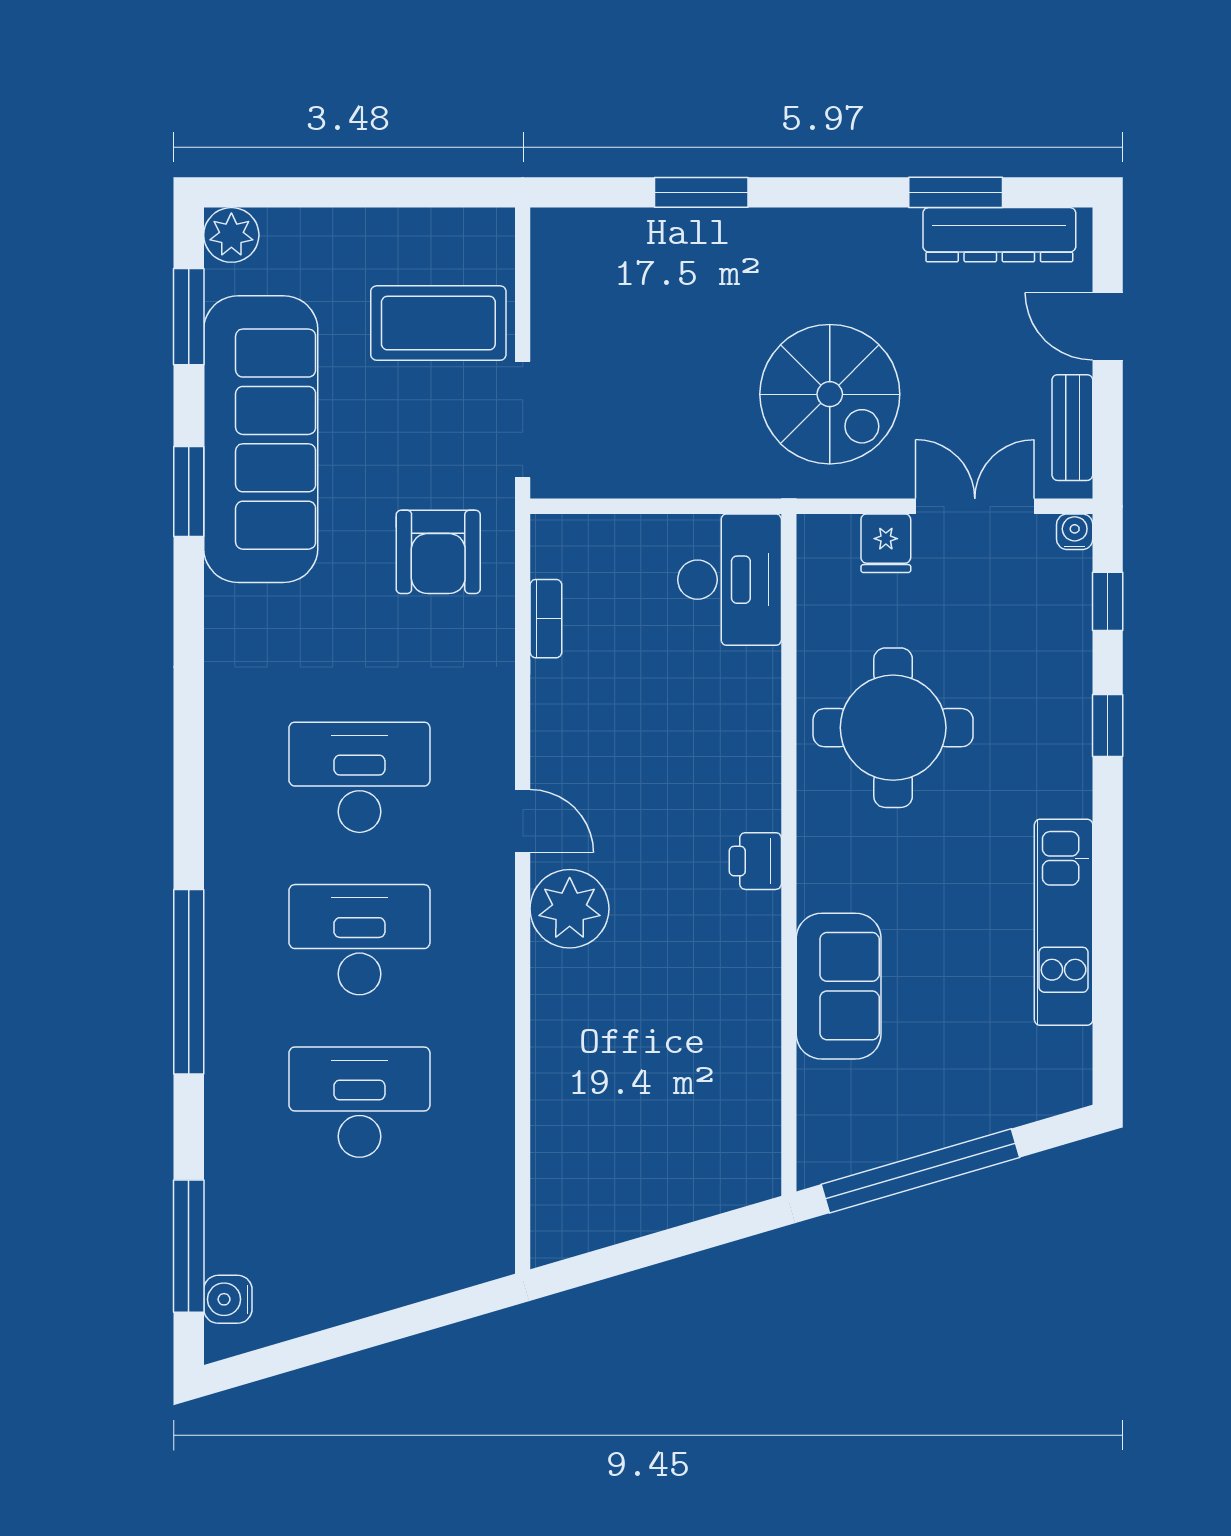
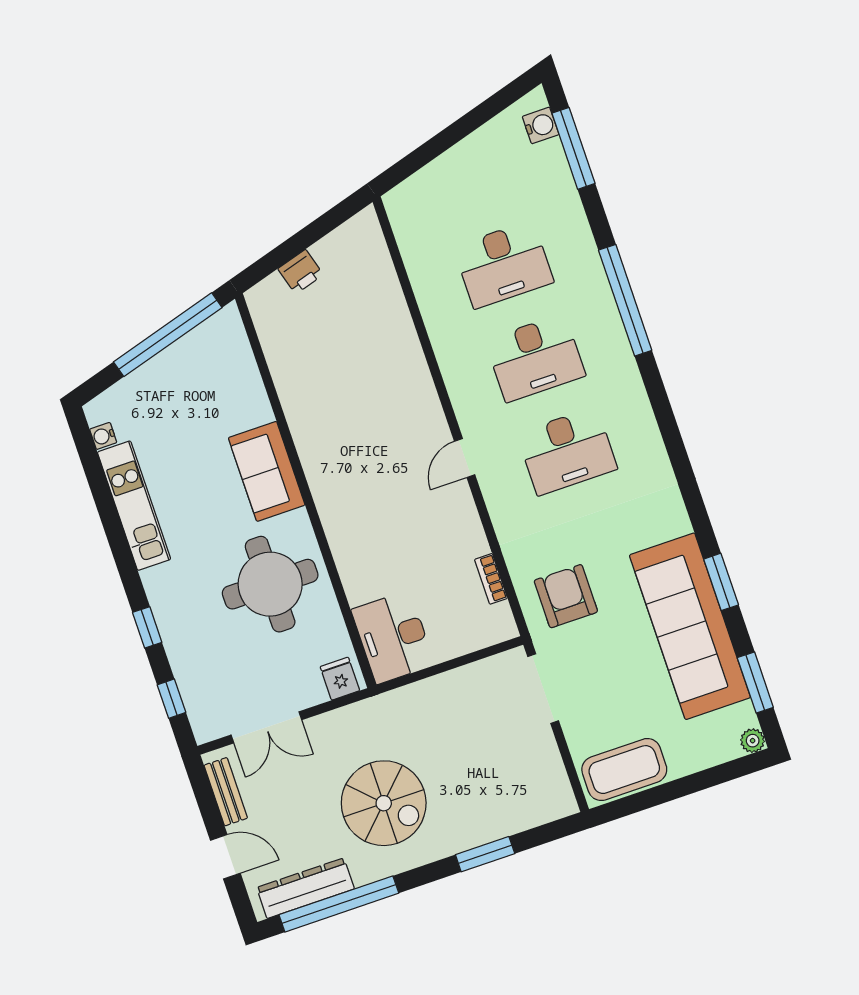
window: (956, 192) -> (339, 904), width x2.11
plant: (231, 235) -> (753, 741), width x0.73, depth x0.73
coffee table: (438, 323) -> (624, 770), moved
spiral stairs: (830, 394) -> (384, 803), moved, turned 180
water cooler: (1075, 532) -> (103, 436), moved, turned 90
fridge: (886, 543) -> (340, 679), moved
door: (523, 821) -> (465, 458), hinge flipped
printer: (755, 861) -> (301, 272), moved, turned 74
plant: (570, 909) -> (421, 417), removed
sofa: (839, 986) -> (267, 471), moved

